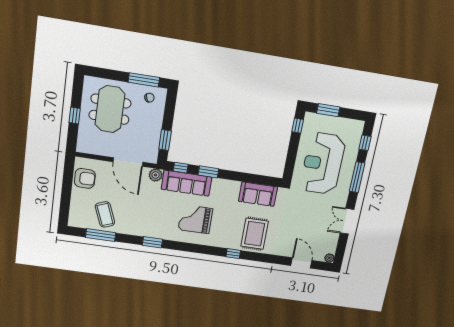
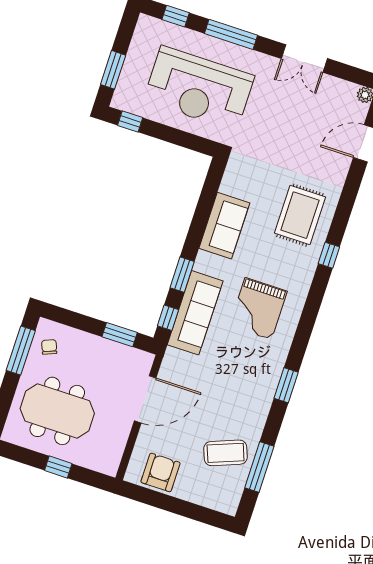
plant: (156, 175) -> (173, 360), removed
sofa: (258, 194) -> (224, 226), moved
rug: (255, 234) -> (300, 215), turned 90

